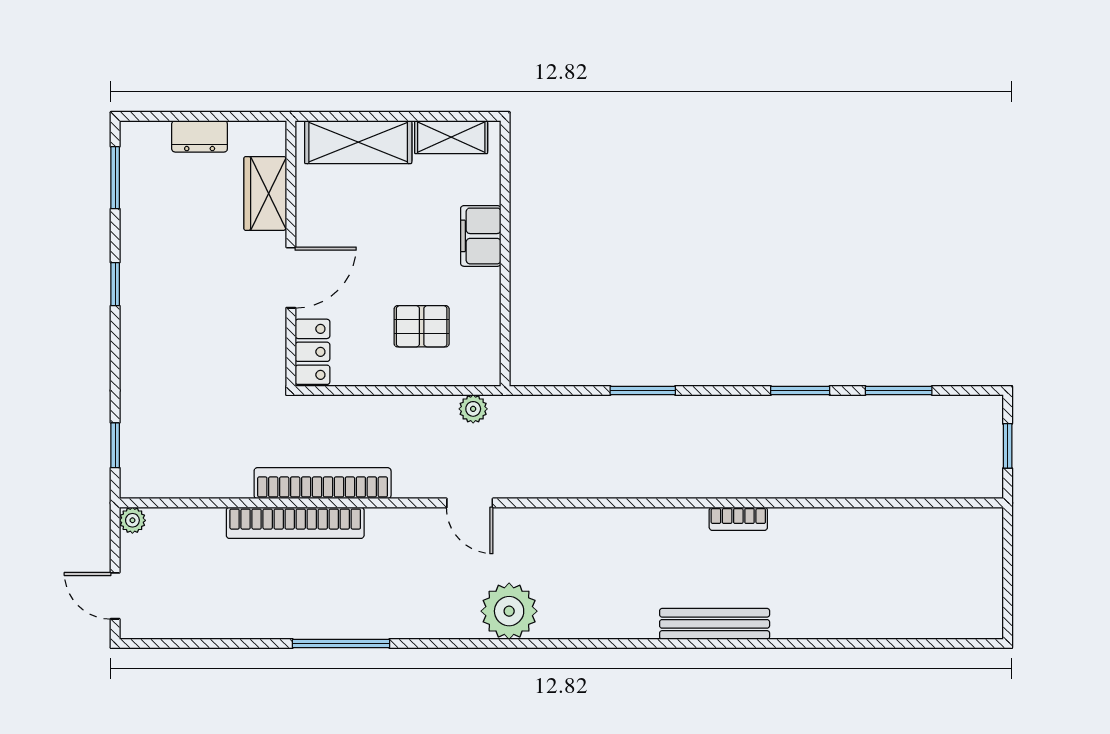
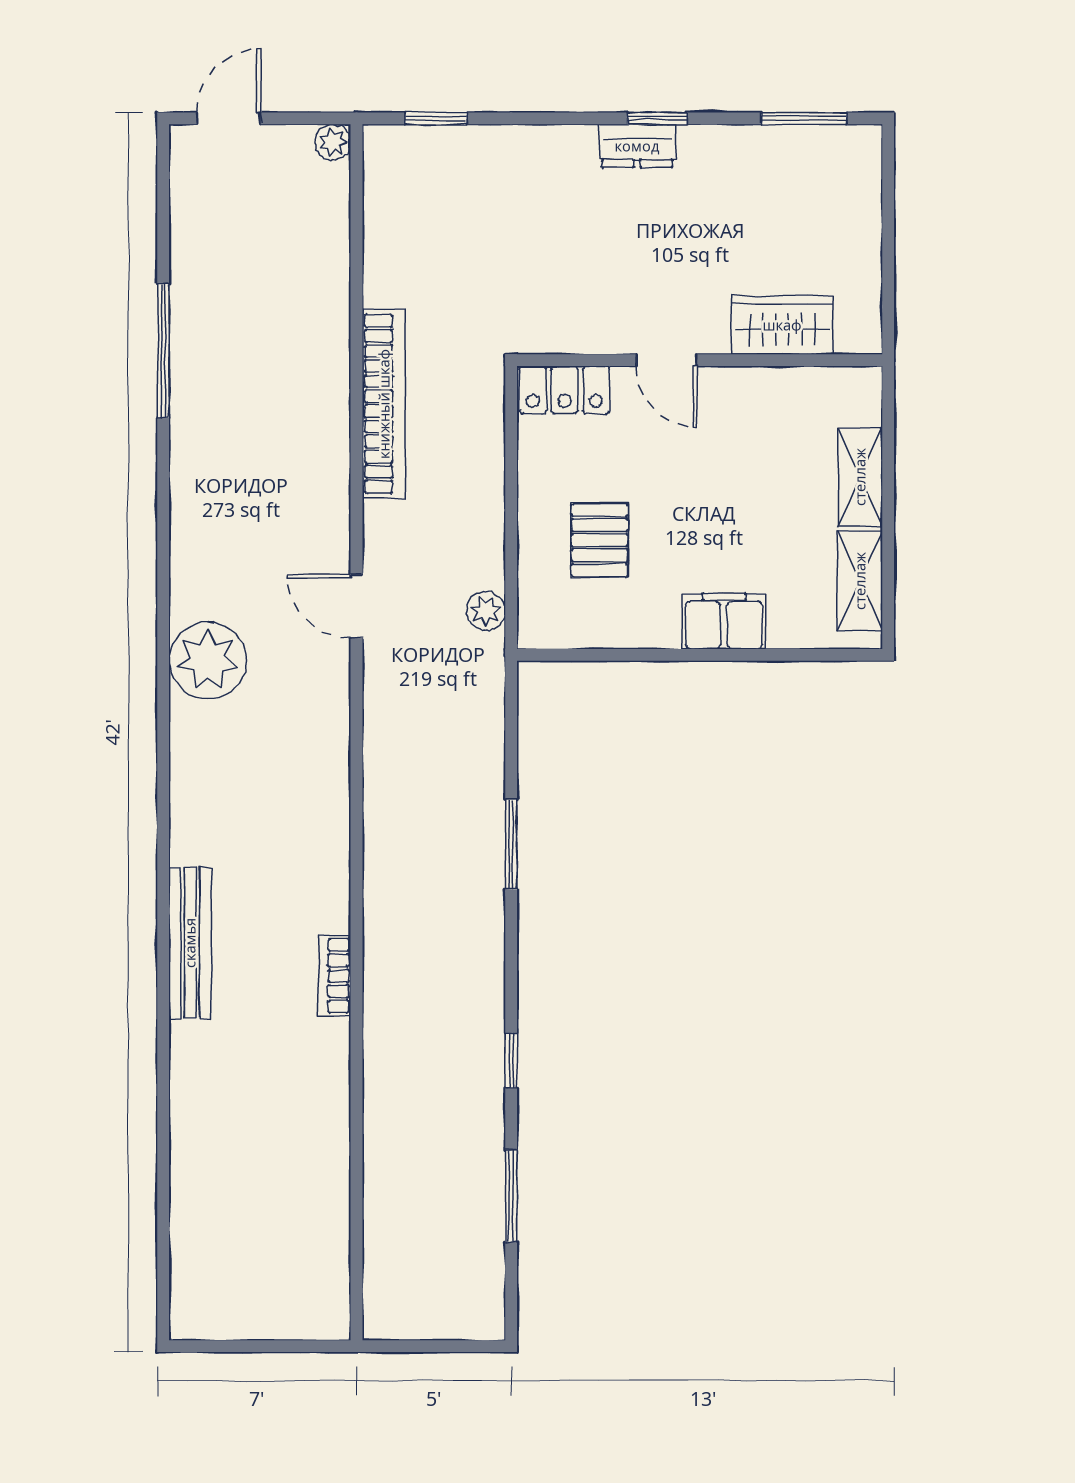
dresser: (200, 136) -> (637, 146), moved, turned -90
shelving: (358, 142) -> (860, 477), width x0.67, depth x0.75
door: (291, 278) -> (667, 360), width x0.73
window: (800, 391) -> (511, 1061), width x0.67
window: (1008, 446) -> (435, 1346), removed
door: (470, 503) -> (357, 606), hinge flipped
bookcase: (295, 523) -> (329, 366), removed
window: (341, 643) -> (163, 351), moved

